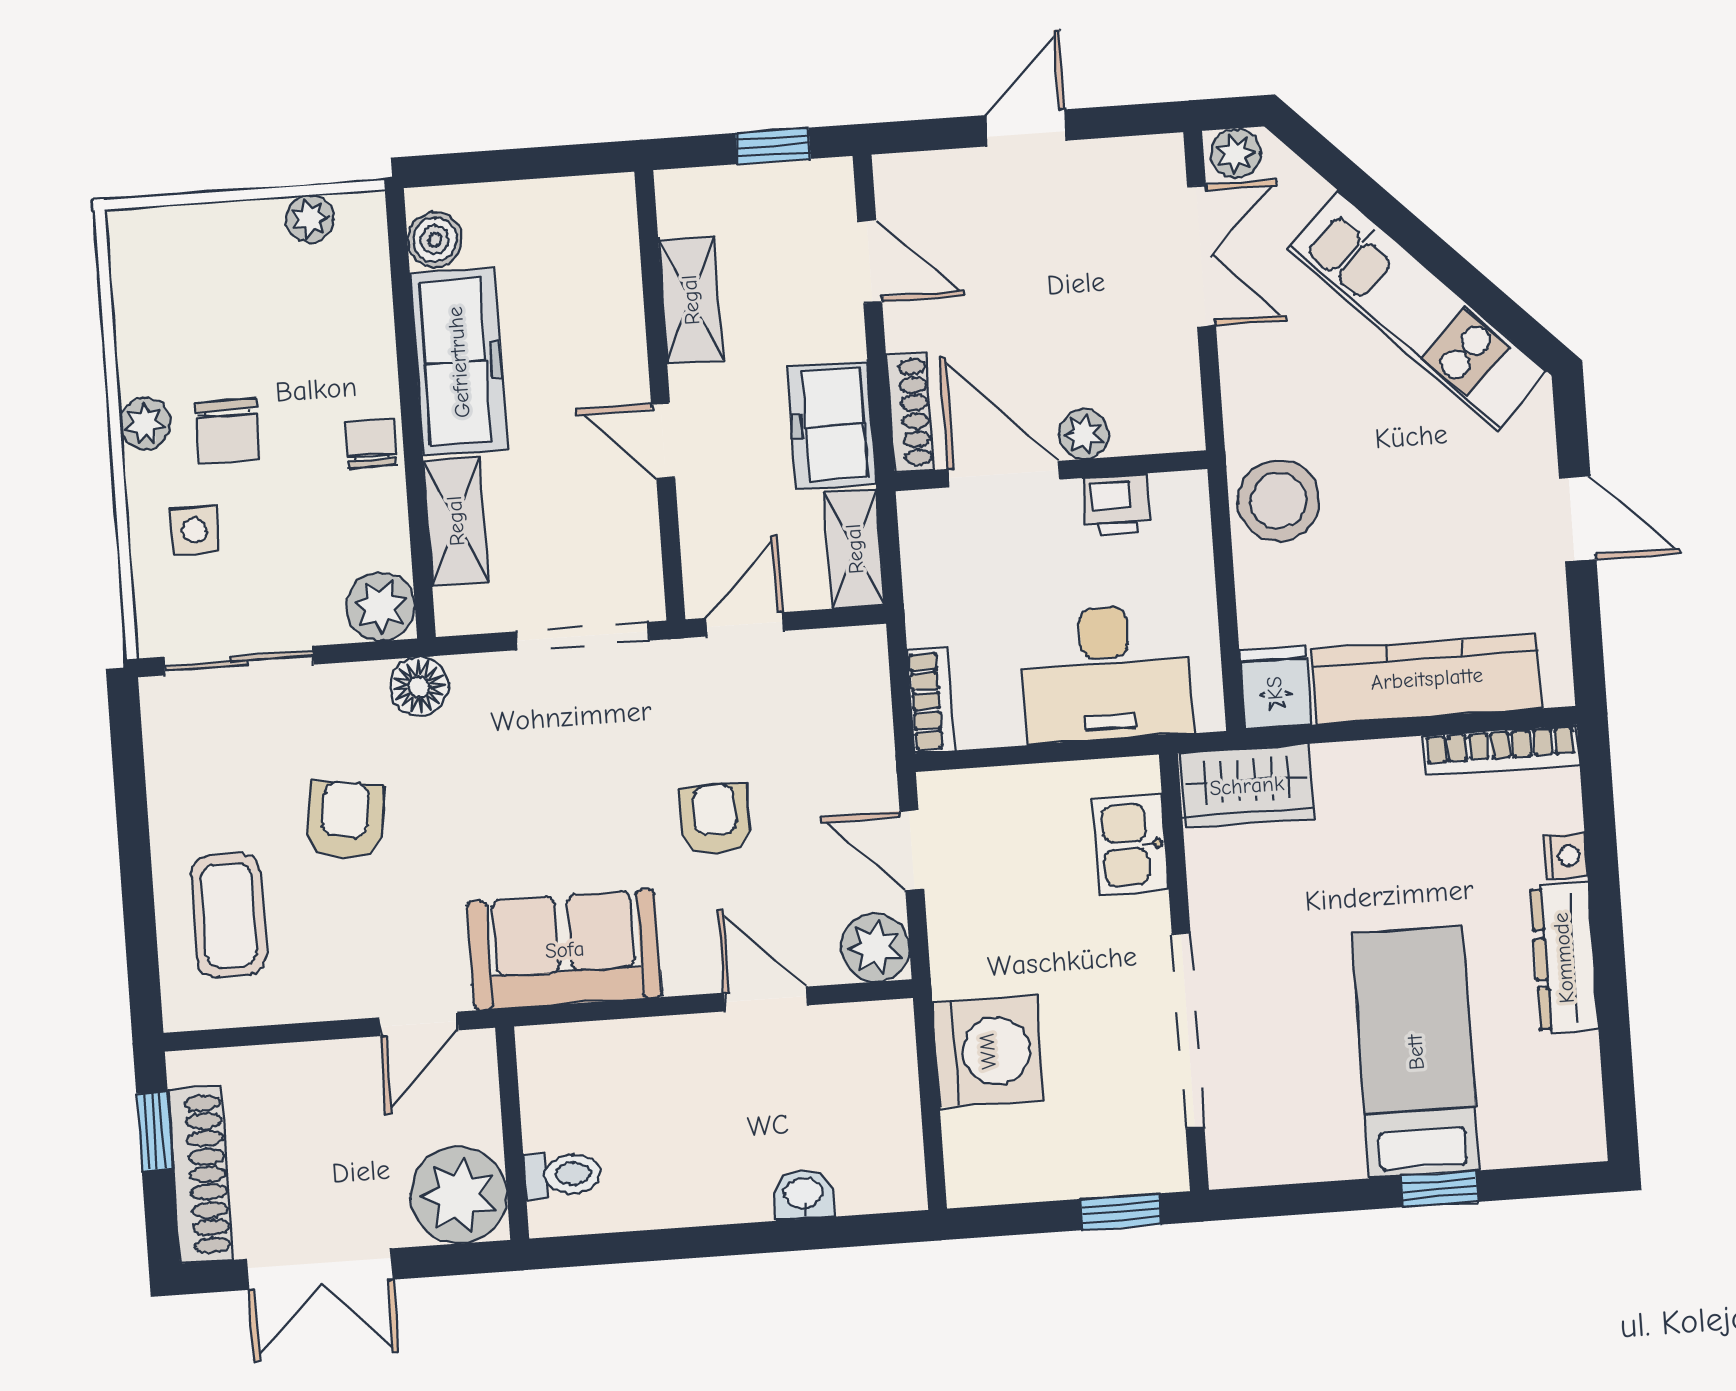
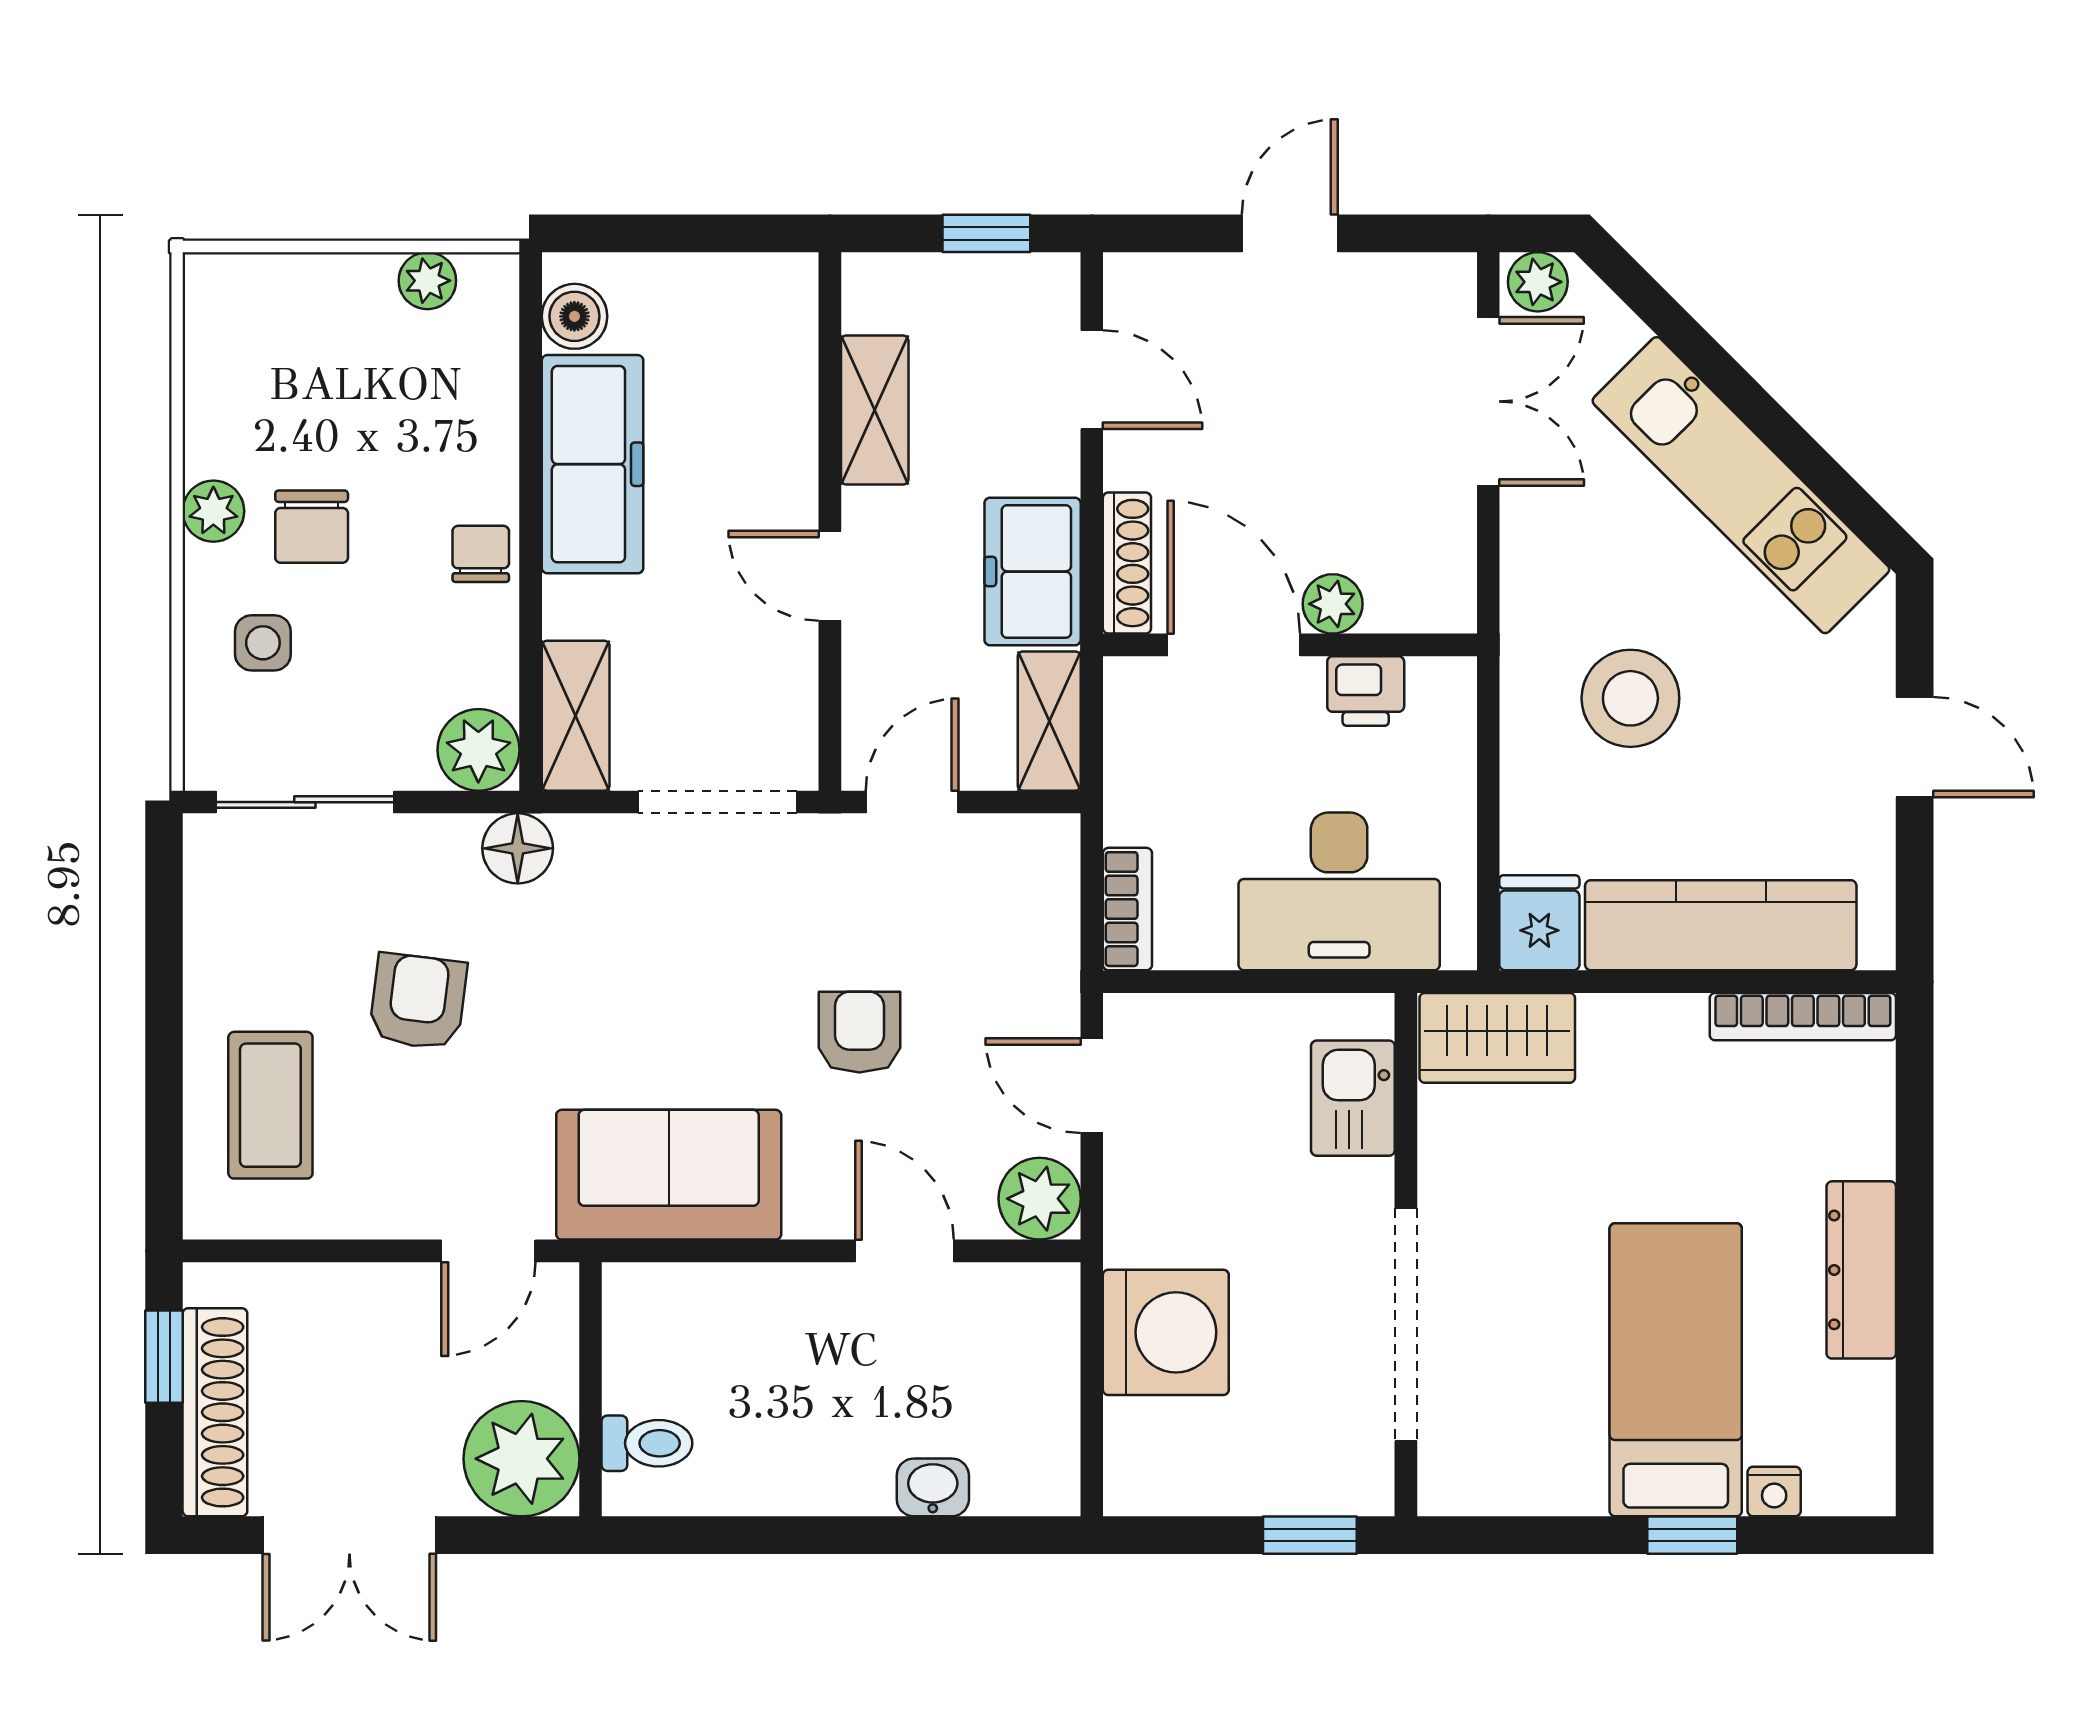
stool: (1278, 501) -> (1630, 698), moved
shelving: (456, 521) -> (576, 716), moved
nightstand: (1565, 856) -> (1774, 1492), moved, turned 90

